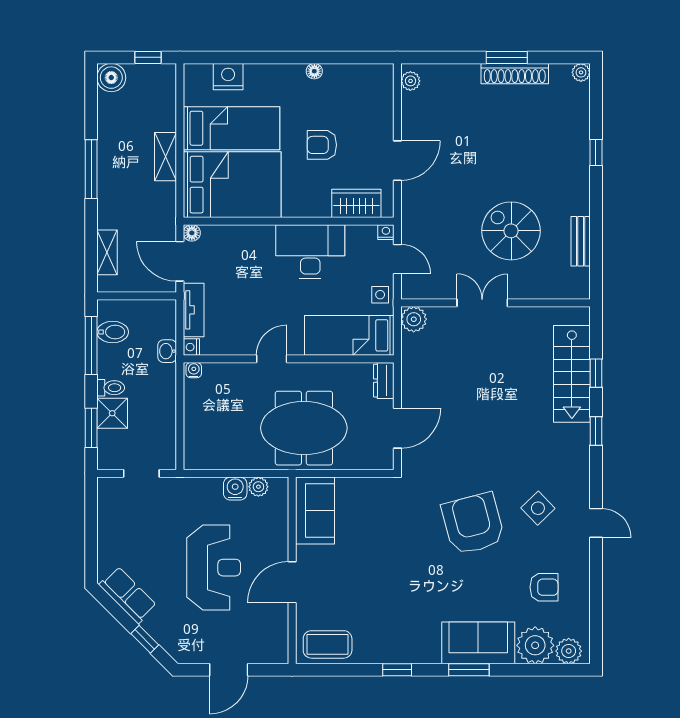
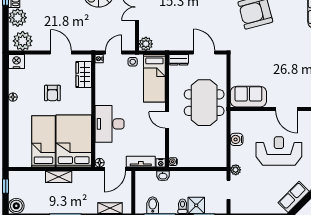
nightstand: (228, 77) -> (17, 62), moved, turned 90
plant: (463, 80) -> (18, 18), added
plant: (410, 81) -> (23, 41), width x1.87, depth x1.87
desk: (310, 252) -> (110, 124), moved
plant: (258, 487) -> (236, 170), moved

